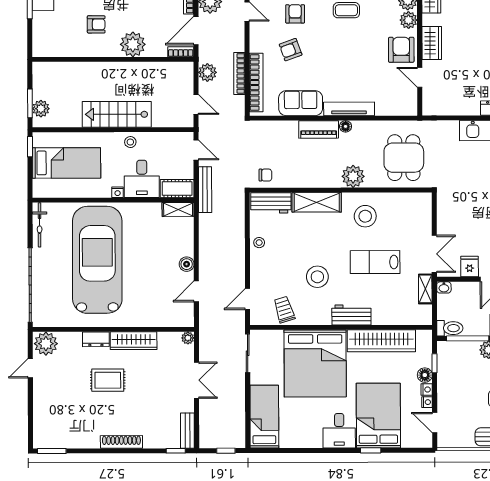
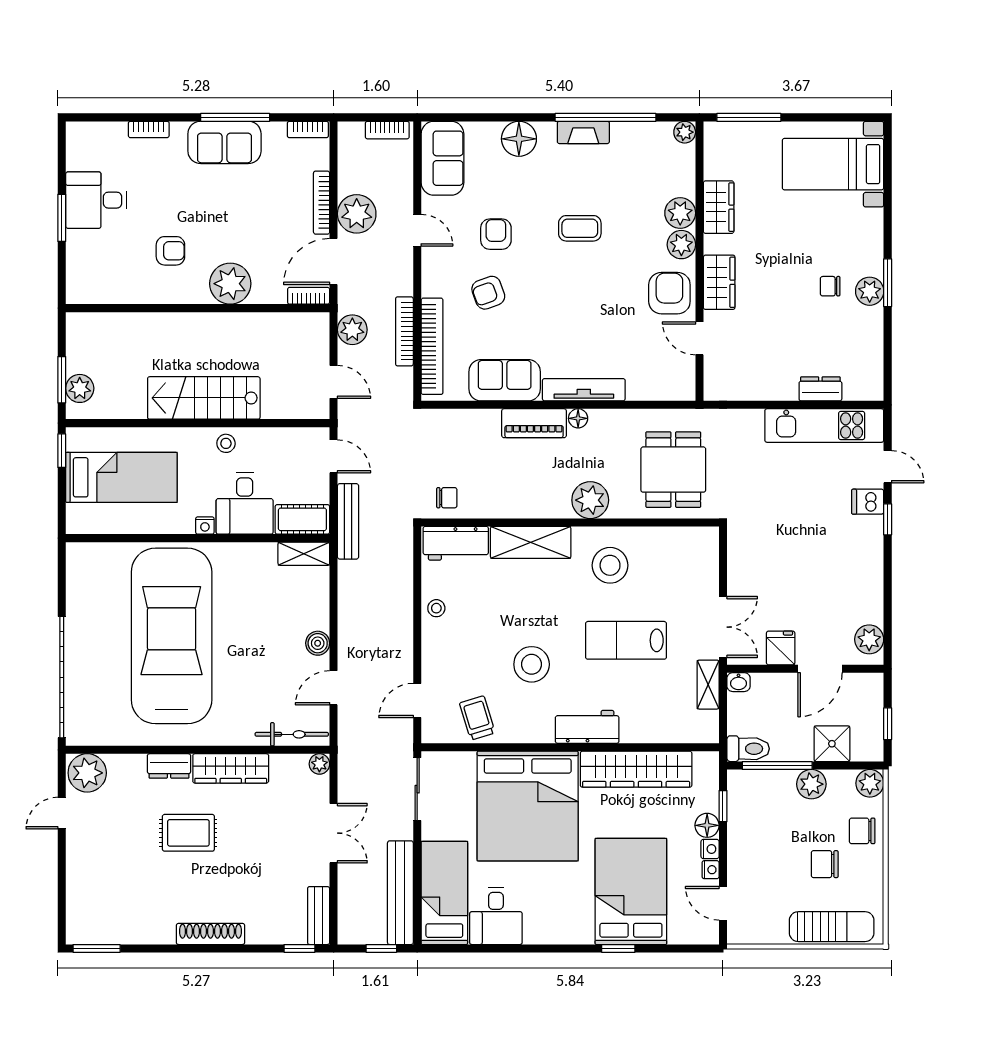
bicycle: (40, 225) -> (292, 734), moved, turned -90
bench: (237, 417) -> (400, 893), added
desk: (339, 431) -> (496, 916), moved

